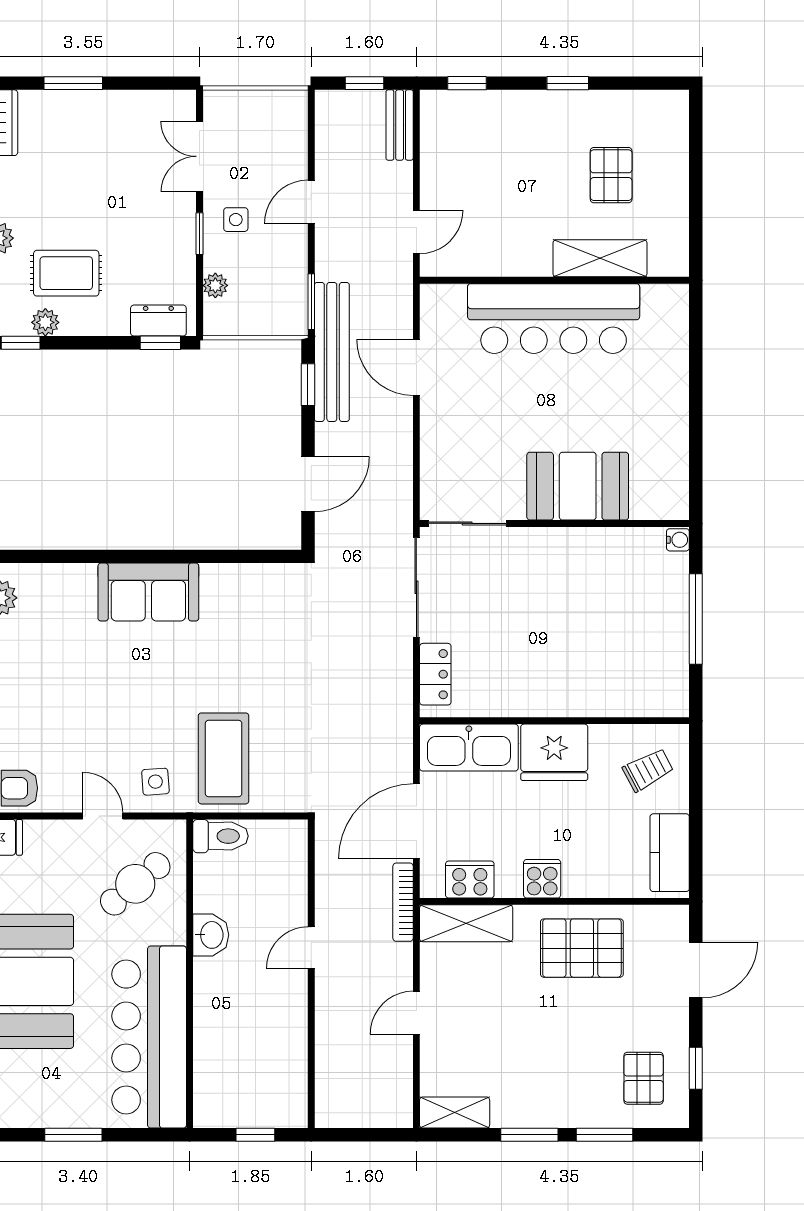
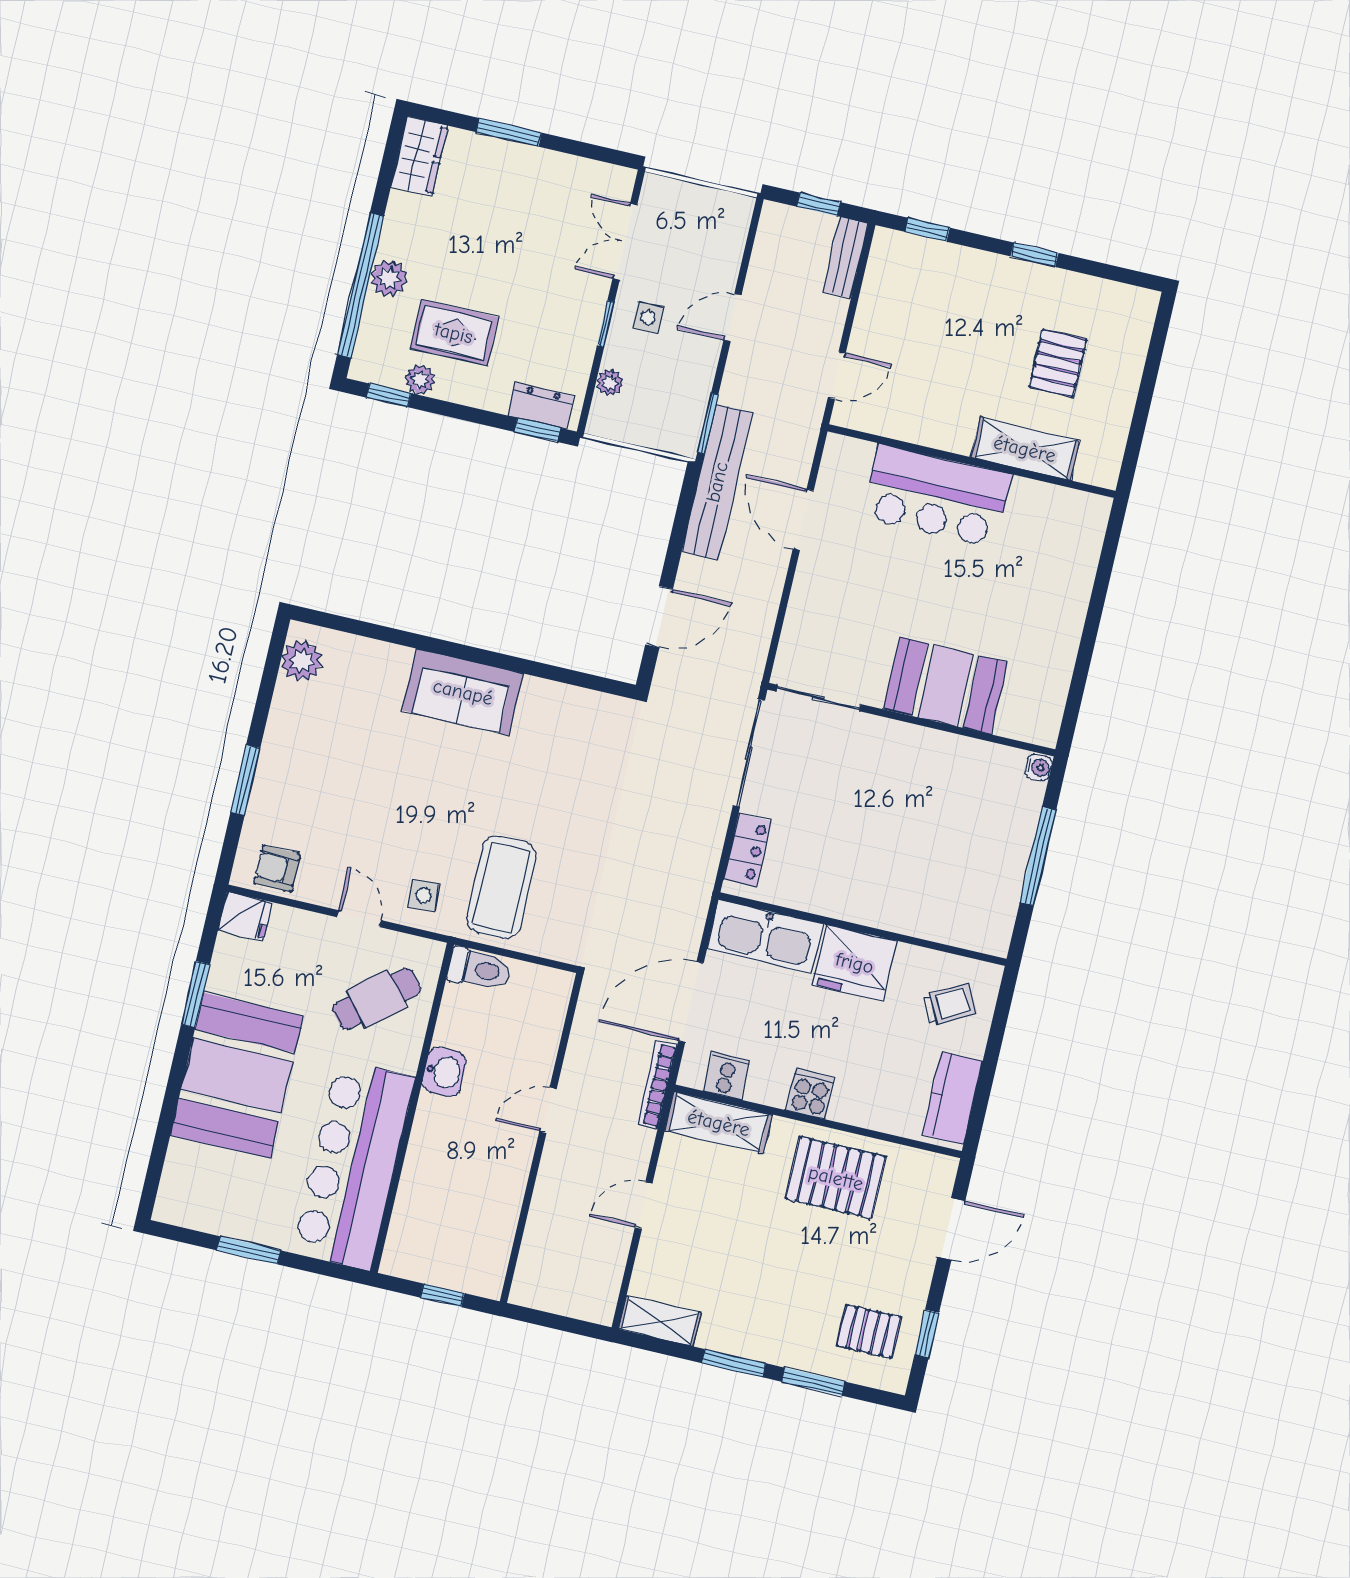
bar counter: (554, 319) -> (937, 496), width x0.73
window: (308, 385) -> (684, 511), removed
cooker: (470, 880) -> (726, 1075), width x0.73
pallet: (644, 1078) -> (869, 1331), turned 90

